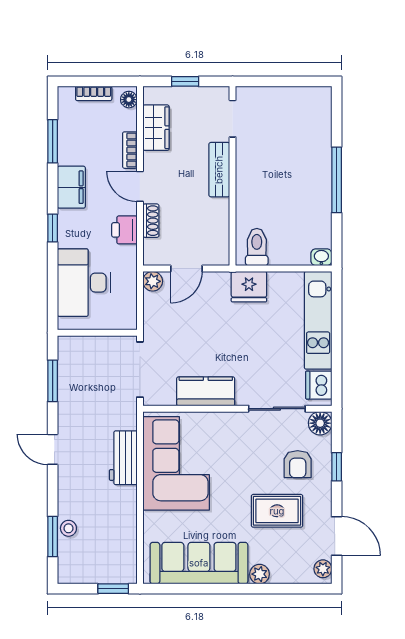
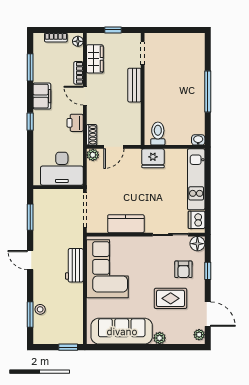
shoe rack: (151, 221) -> (92, 135), moved
desk: (84, 283) -> (62, 169), moved, turned -90

